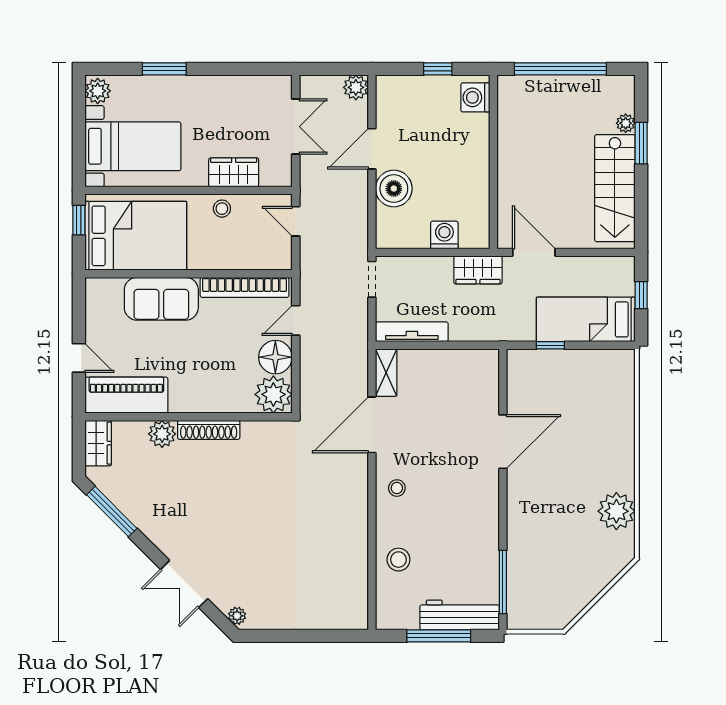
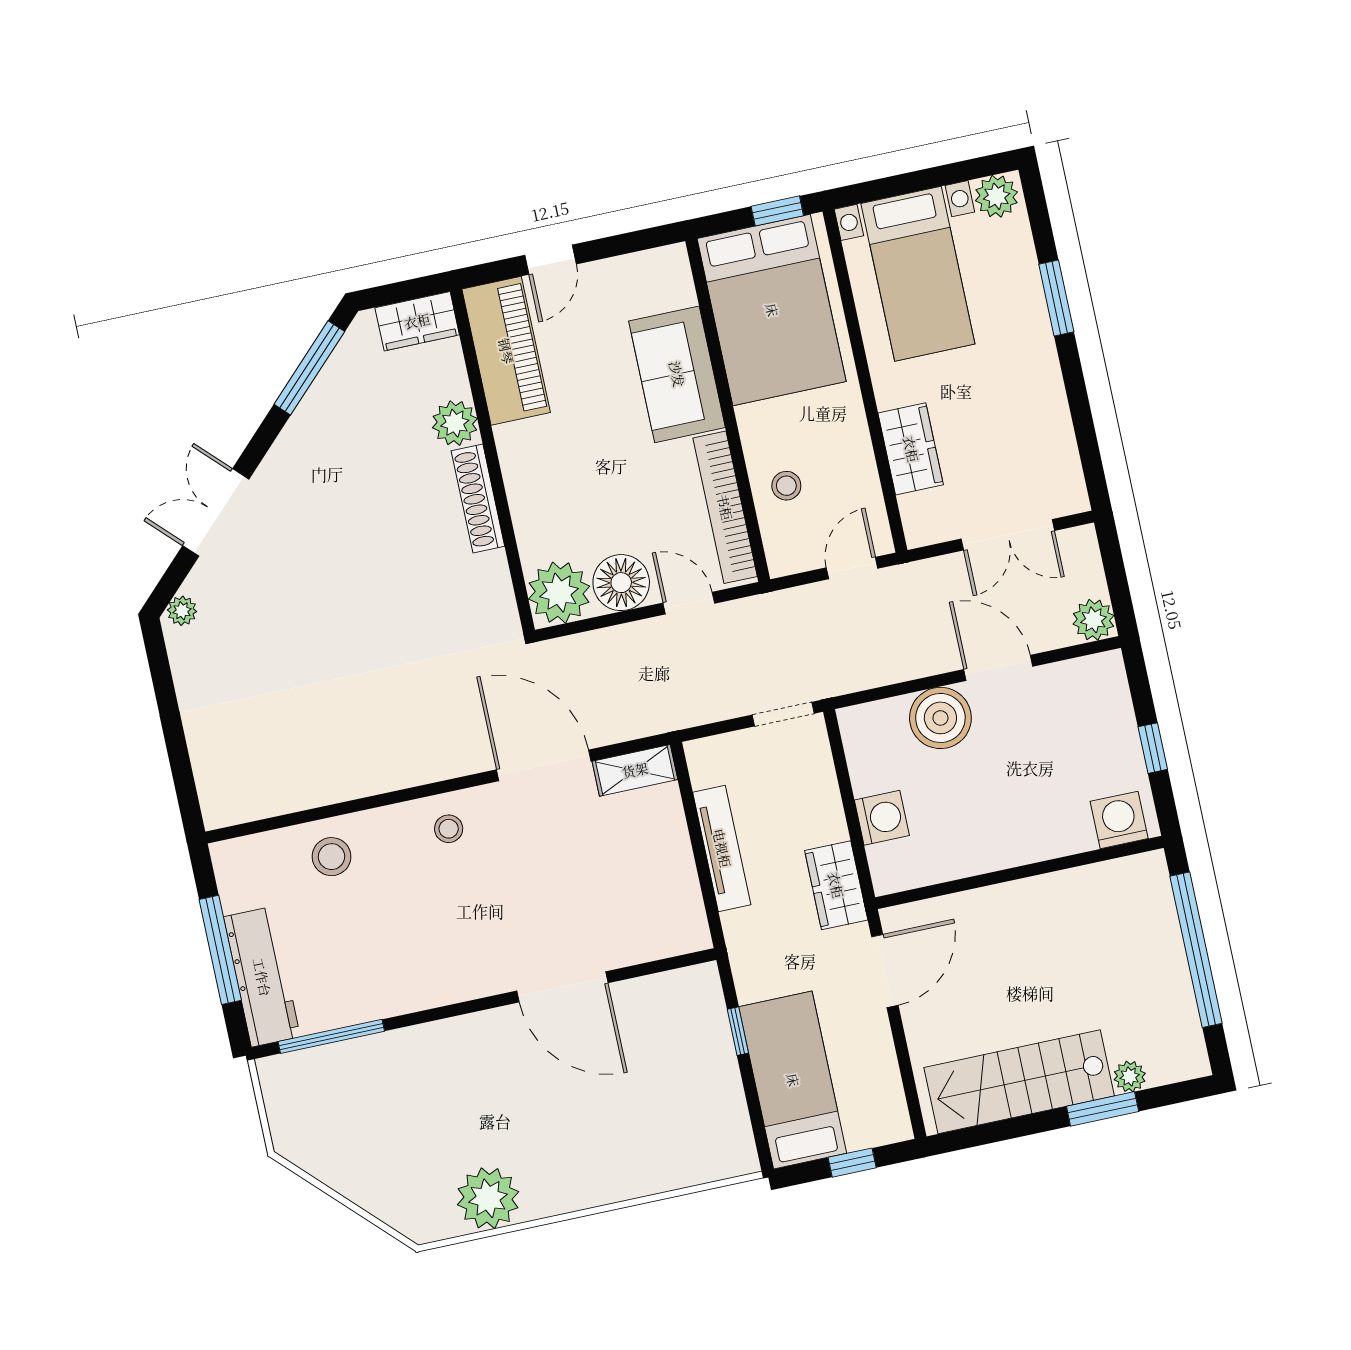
stool: (222, 209) -> (786, 486), moved
tv unit: (412, 332) -> (722, 848), moved

